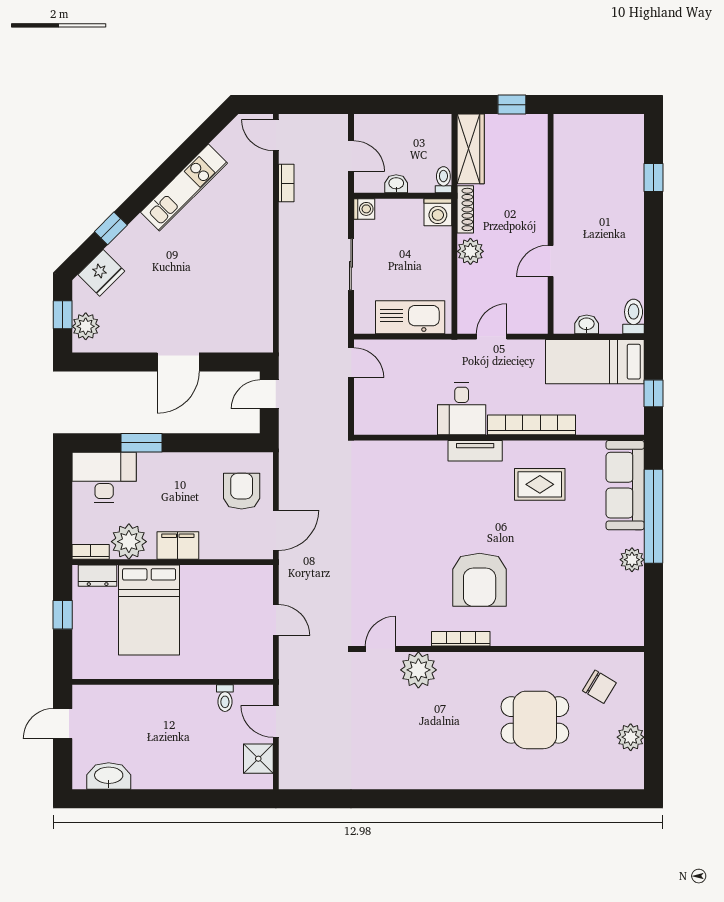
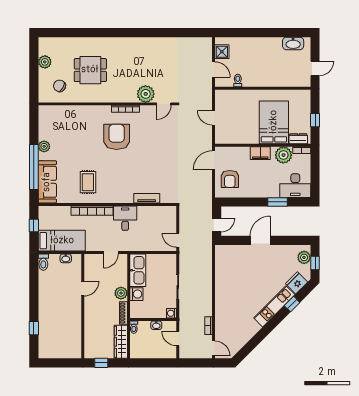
kitchen unit: (184, 188) -> (274, 306), moved
washing machine: (438, 212) -> (136, 294), moved, turned 90
kitchen sink: (410, 317) -> (138, 270), moved, turned -90
tv unit: (475, 451) -> (147, 198), moved
rug: (540, 484) -> (88, 182), turned 90

